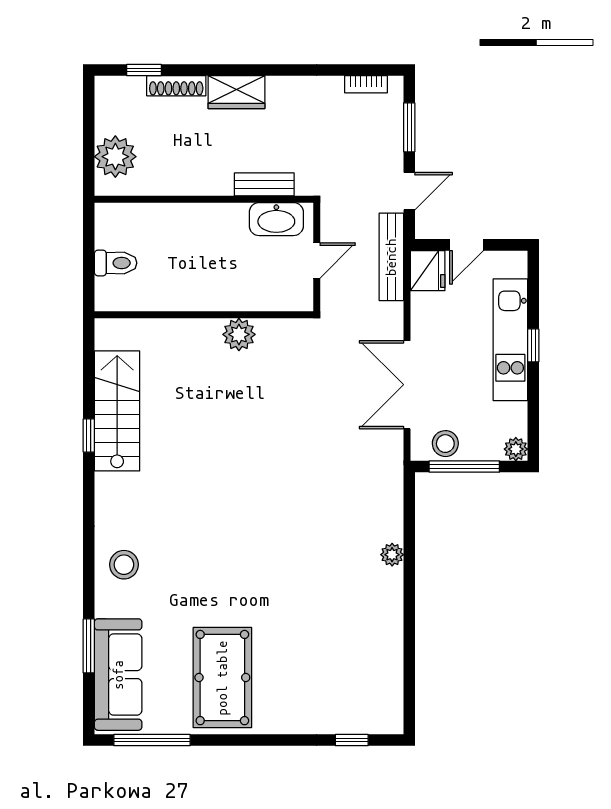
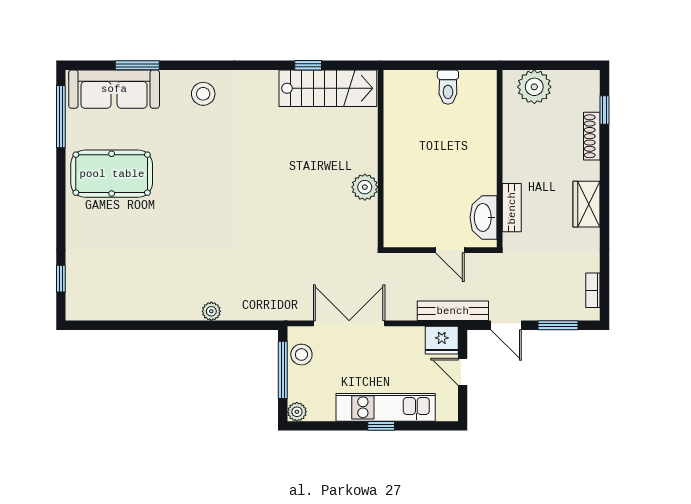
wardrobe: (236, 92) -> (587, 204), moved
wall: (204, 315) -> (381, 159), moved
plant: (239, 334) -> (365, 187), moved

